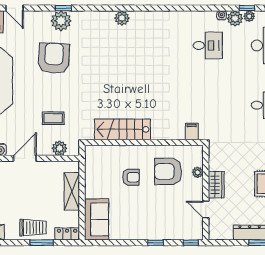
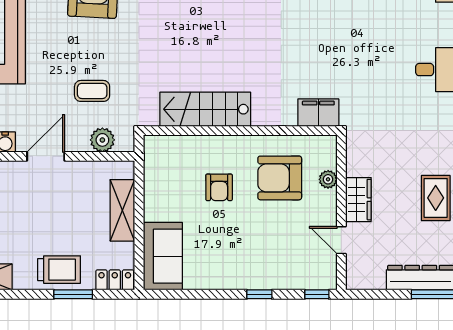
filing cabinet: (192, 132) -> (318, 113), width x2.00
armchair: (131, 177) -> (219, 187), turned 90

